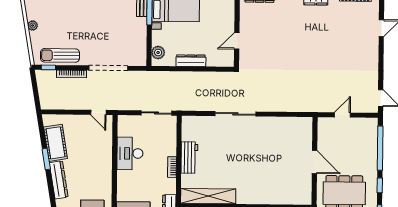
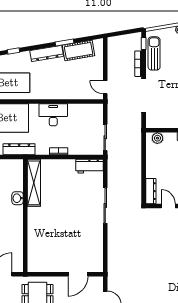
dresser: (191, 61) -> (151, 191), moved
door: (98, 112) -> (105, 87), hinge flipped
desk: (130, 153) -> (53, 115), moved
workbench: (189, 158) -> (89, 166), moved
door: (315, 162) -> (78, 274), moved

